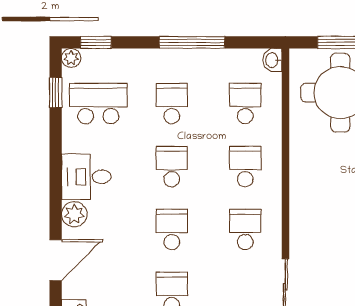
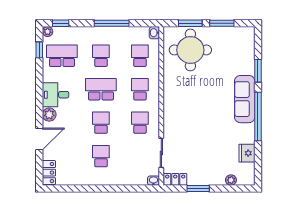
school desk: (172, 167) -> (101, 89), width x1.85

